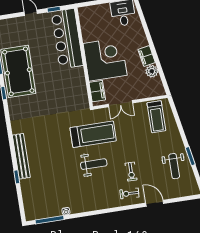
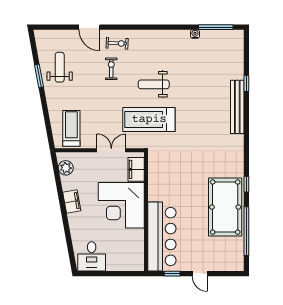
plant: (152, 71) -> (66, 168), moved

